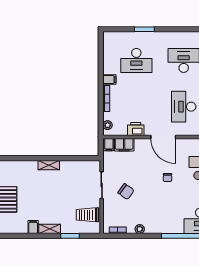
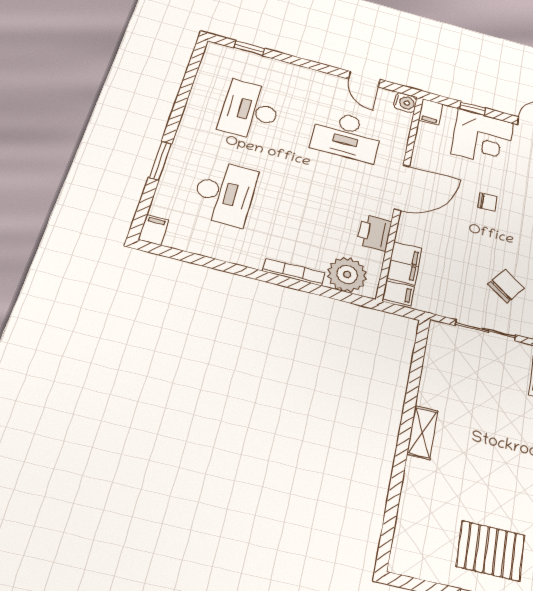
filing cabinet: (109, 80) -> (154, 230), moved
plant: (108, 125) -> (347, 274), width x1.88, depth x1.88

